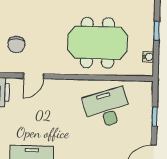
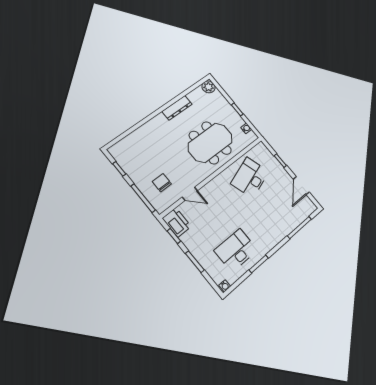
chair: (16, 44) -> (162, 183), turned 180
door: (34, 76) -> (190, 194), hinge flipped

